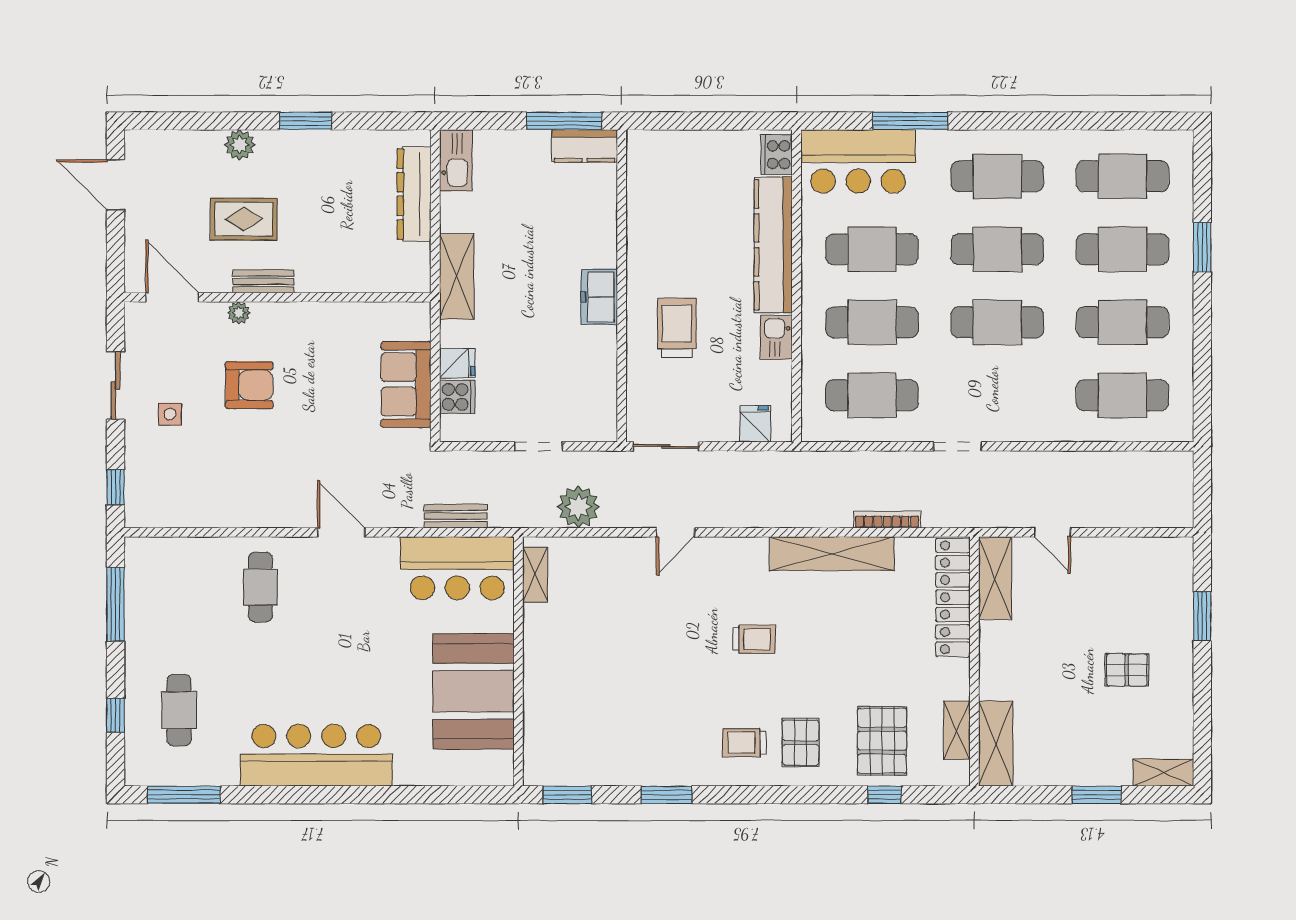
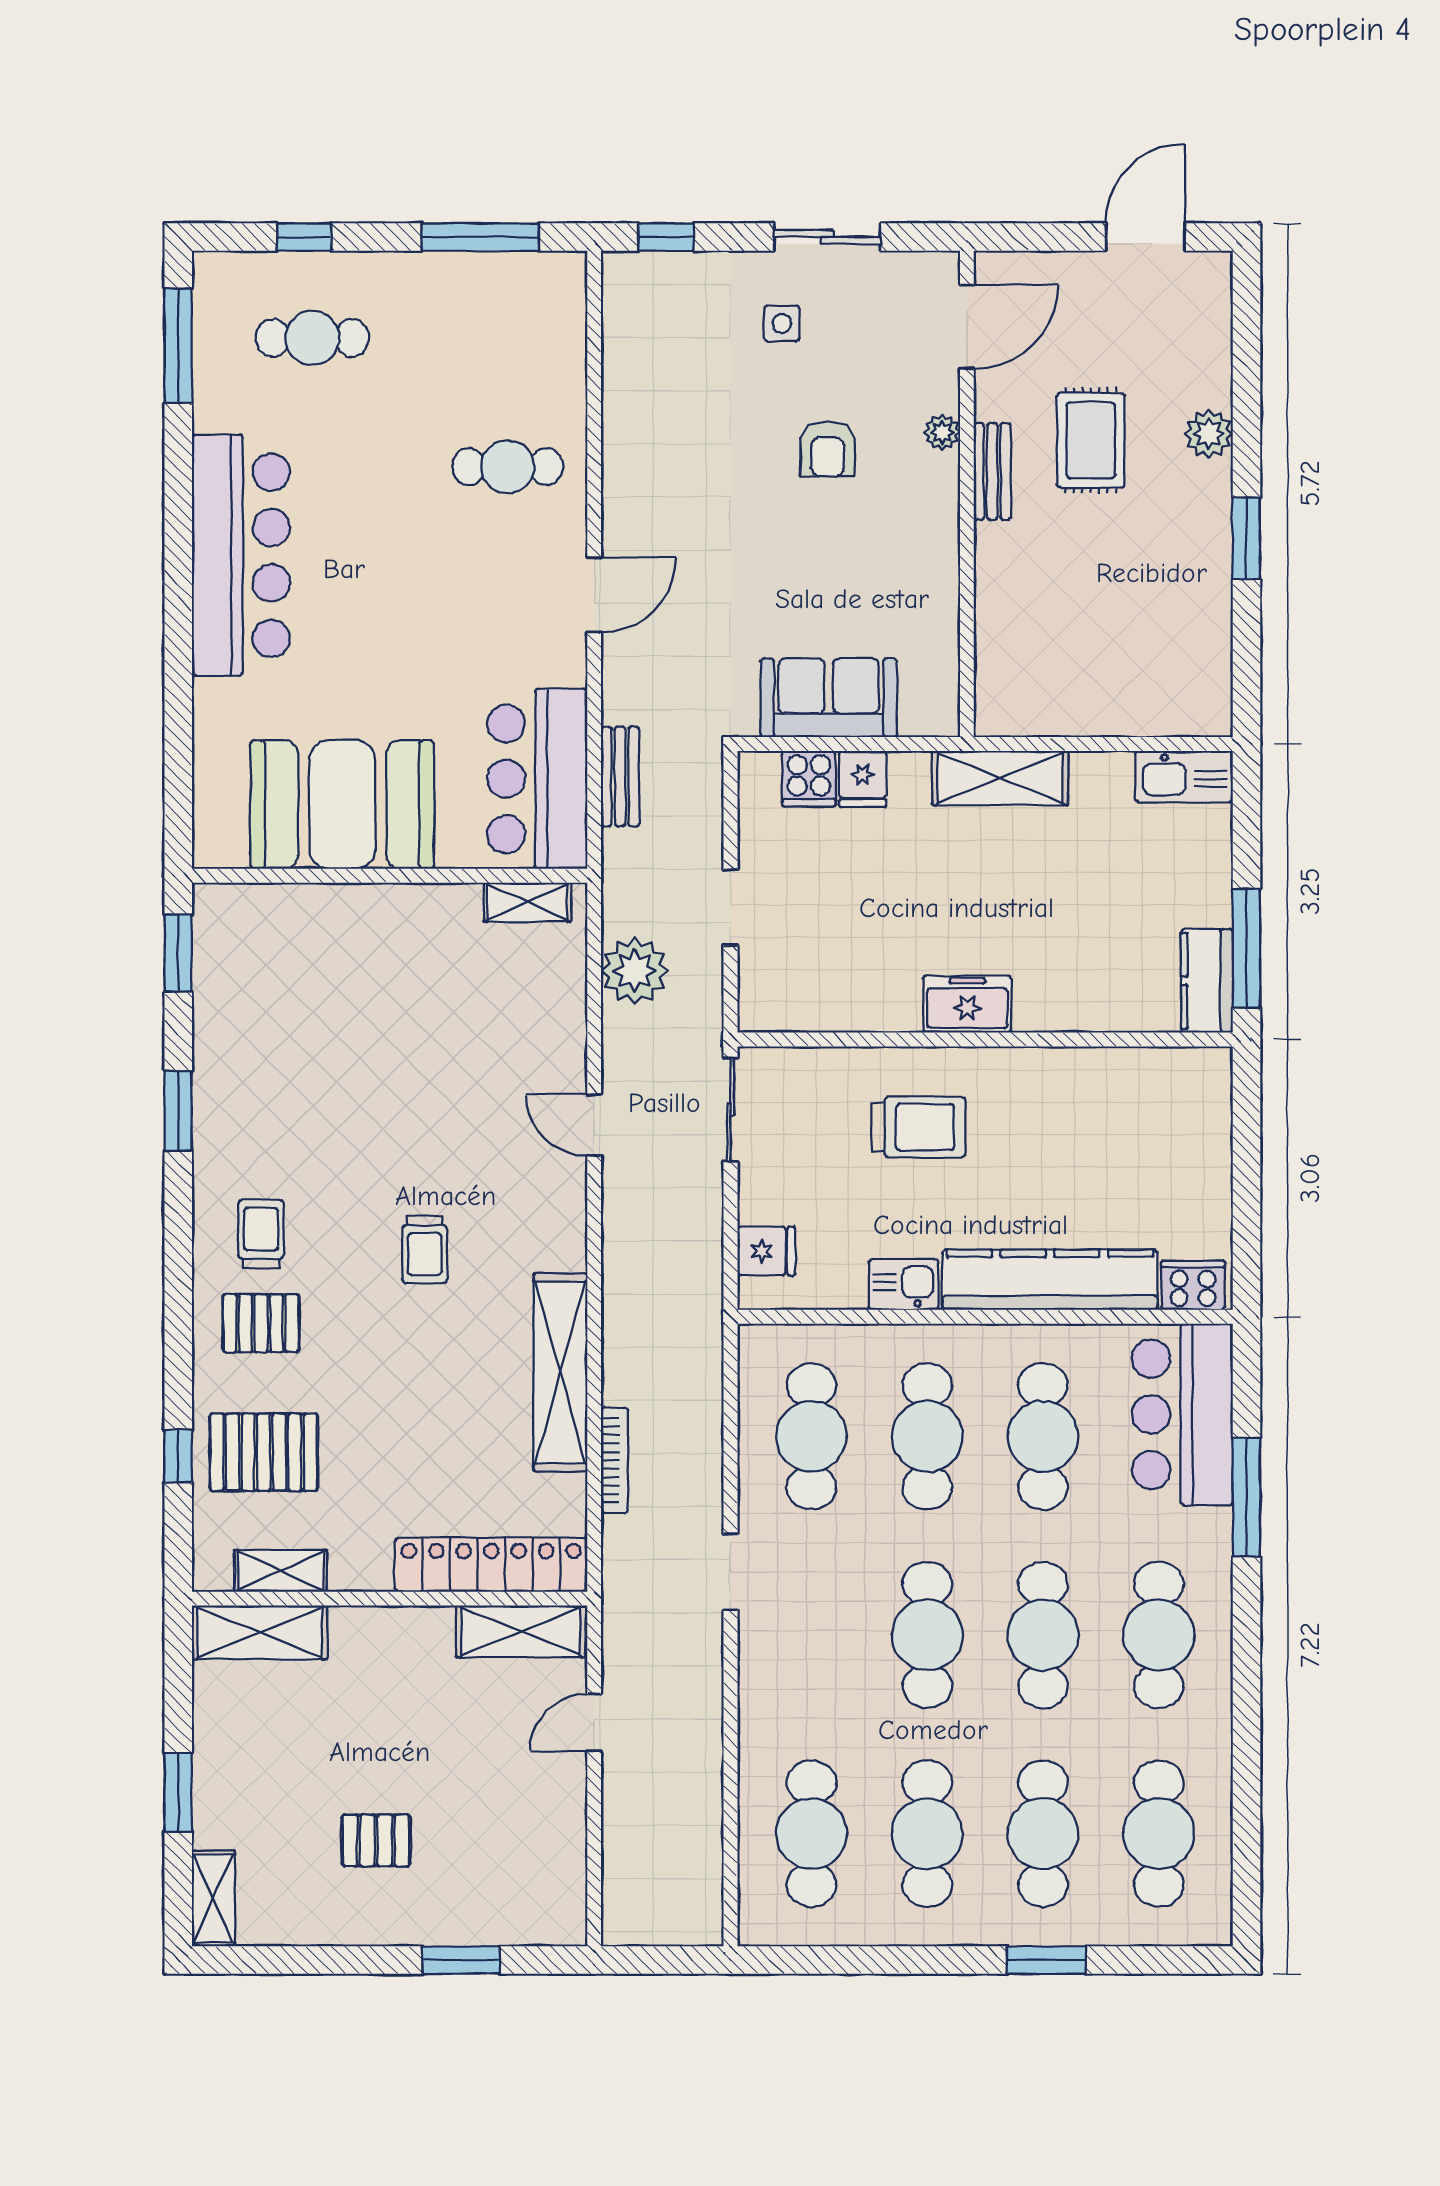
dresser: (414, 194) -> (1131, 710), removed
armchair: (249, 385) -> (828, 449), width x0.72, depth x0.72
pallet: (1127, 670) -> (376, 1840), turned 90

